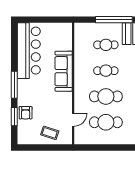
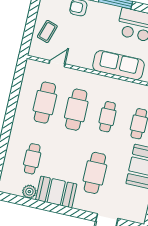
door: (73, 120) -> (57, 64), swing flipped

